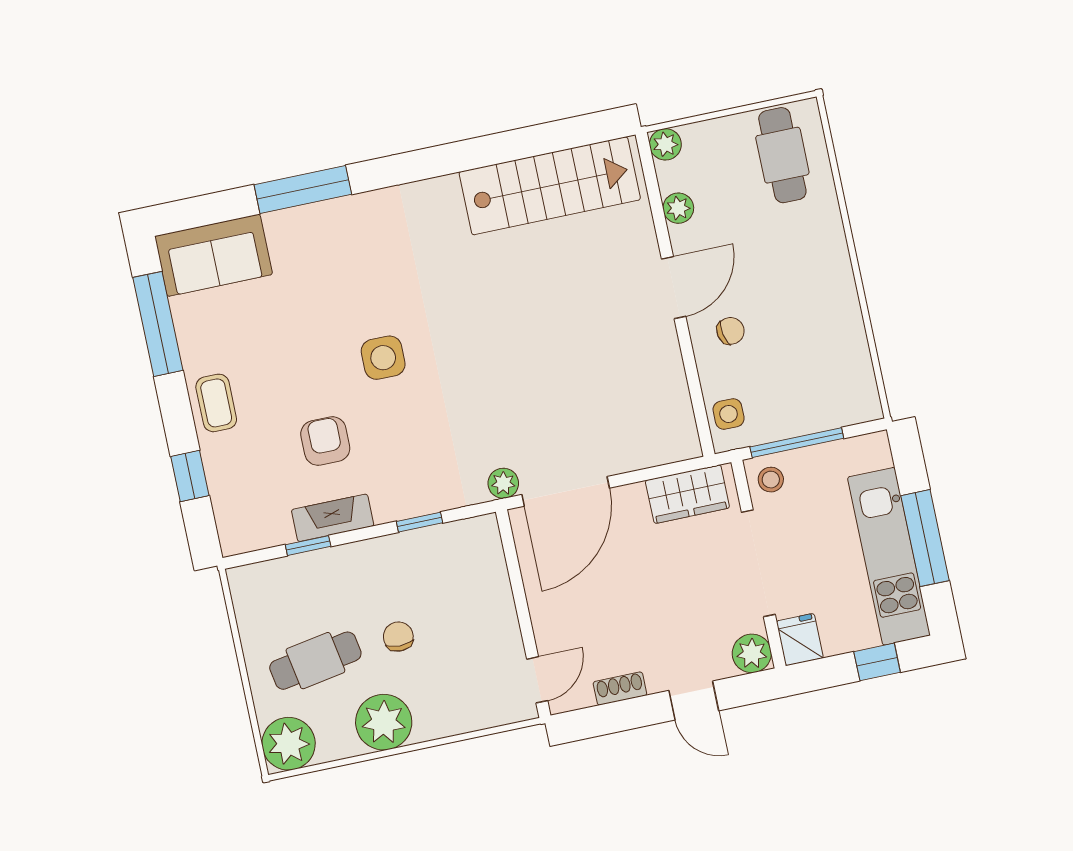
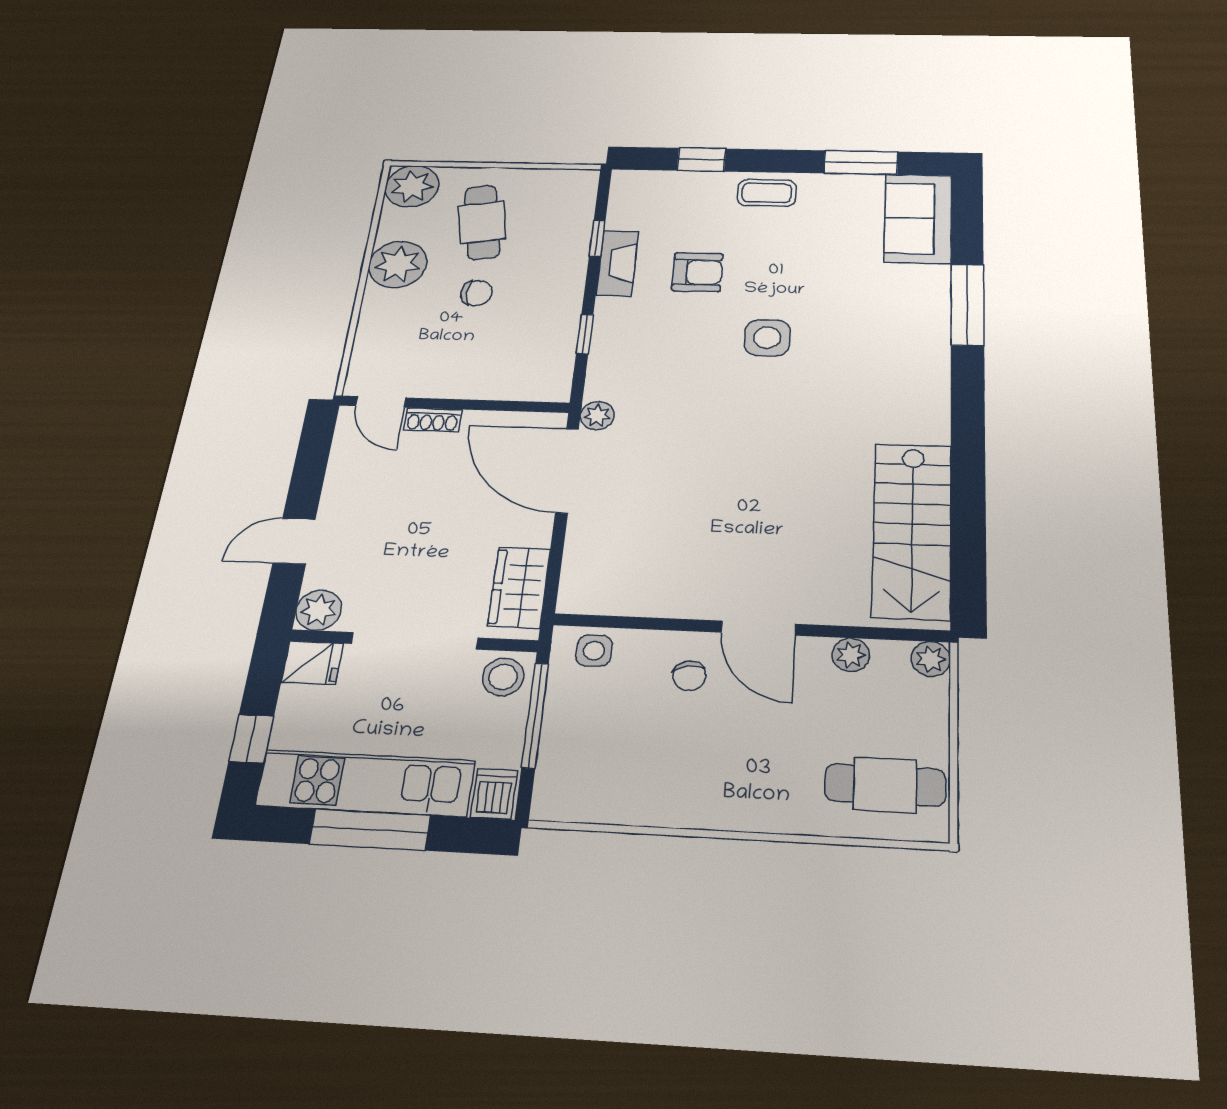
window: (158, 324) -> (861, 162), width x0.69
dishwasher: (870, 452) -> (494, 794), added
stool: (771, 480) -> (503, 677), width x1.37, depth x1.37
shoe rack: (620, 689) -> (433, 420), moved, turned 90

